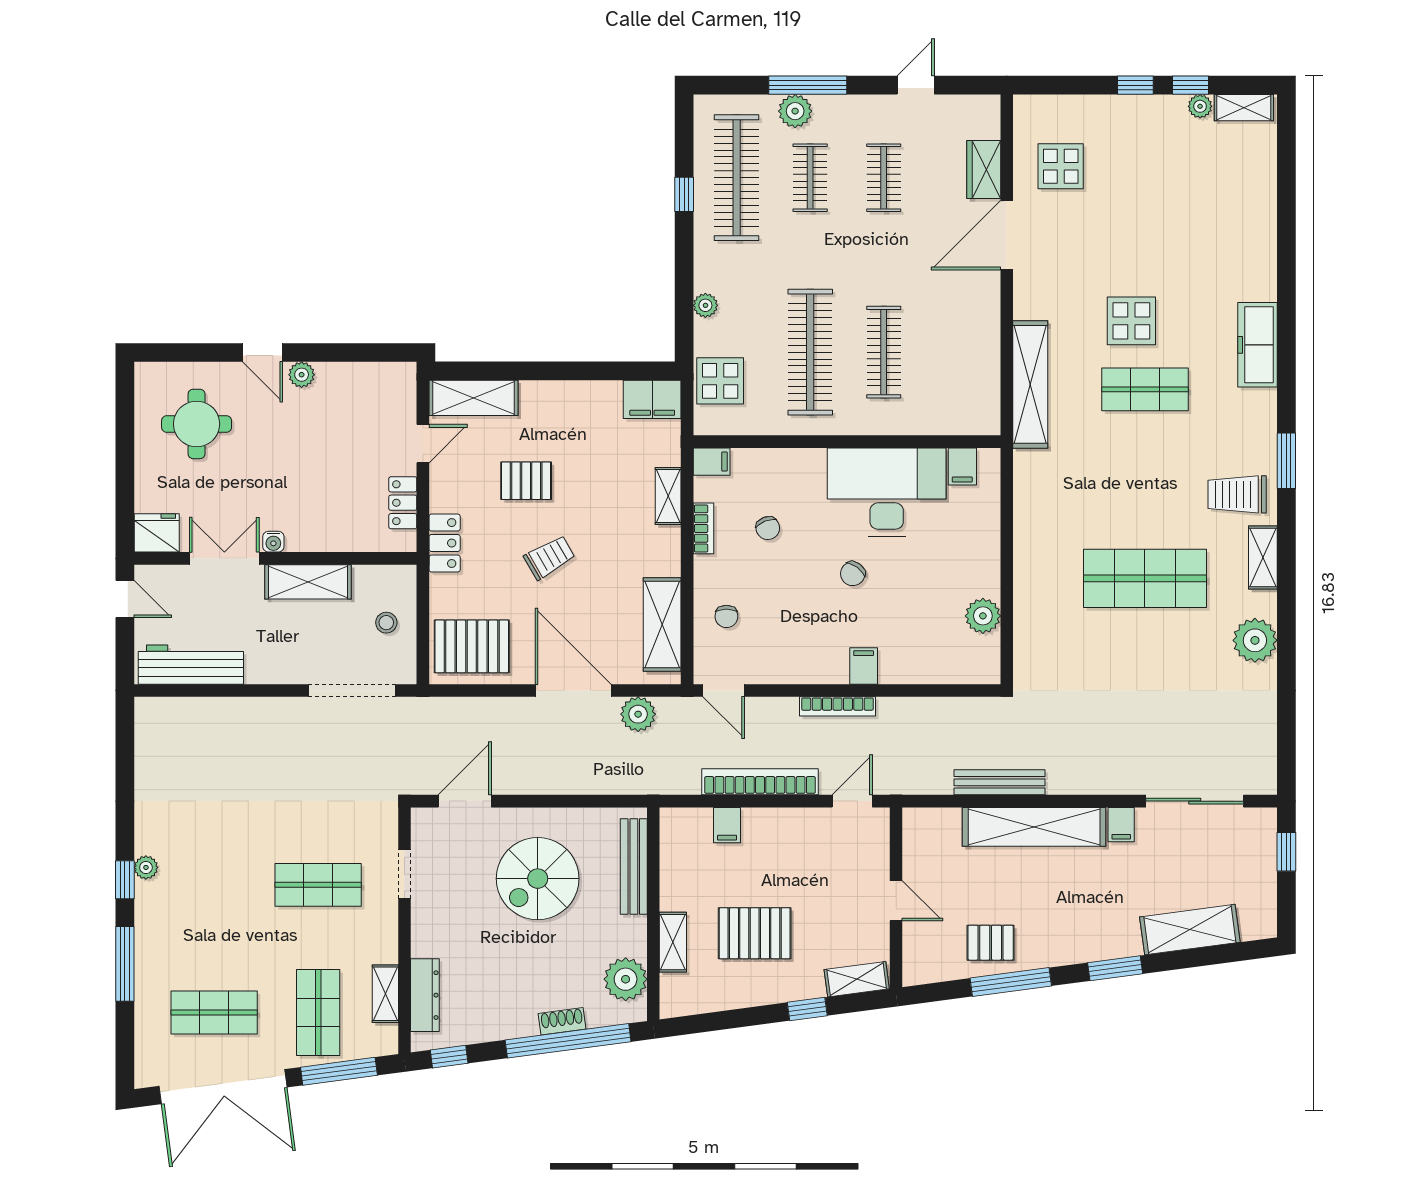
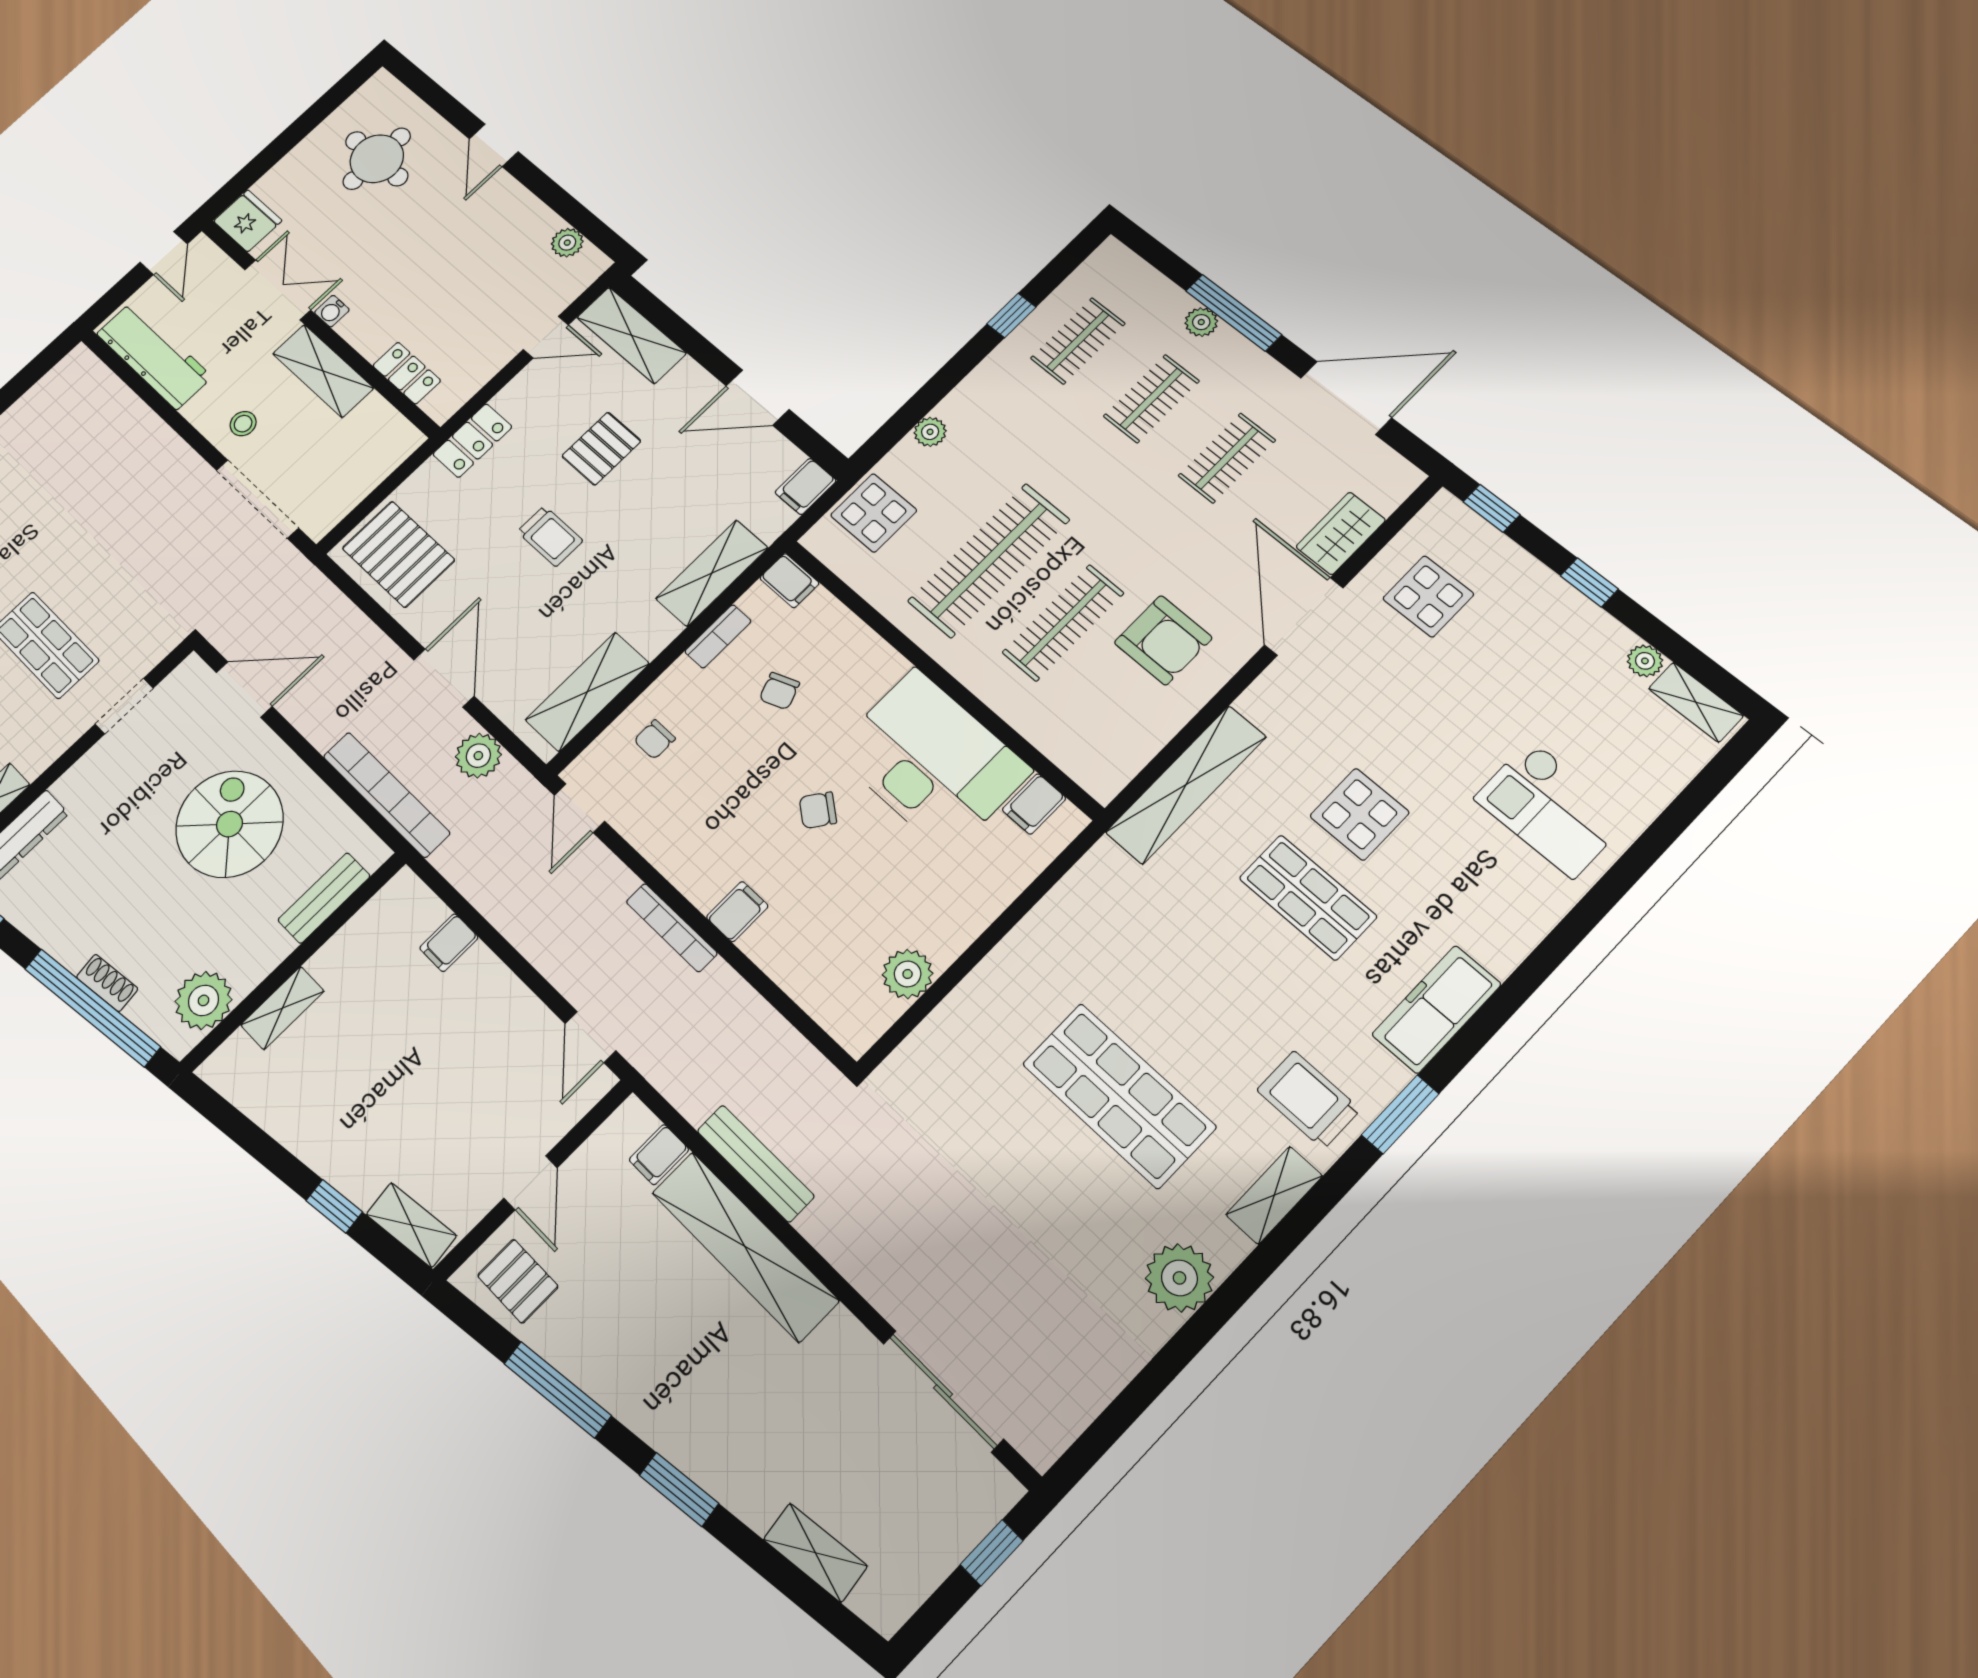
door: (916, 85) -> (1346, 398), width x1.88
window: (1191, 85) -> (1492, 508), moved
plant: (795, 111) -> (1201, 322), width x0.73, depth x0.73
clothes rail: (737, 178) -> (1078, 341), width x0.54, depth x0.76
checkout: (1222, 231) -> (1551, 808), added
door: (1007, 235) -> (1304, 616), hinge flipped
armchair: (946, 315) -> (1163, 640), added
freezer: (1257, 345) -> (1436, 1009), moved
door: (586, 371) -> (758, 398), added
plant: (302, 375) -> (567, 243), moved
filing cabinet: (652, 399) -> (806, 486), width x0.50
pallet: (526, 481) -> (601, 449), turned 90
shelving: (668, 496) -> (712, 573), width x1.50, depth x1.33
locker: (403, 503) -> (407, 373), moved, turned 90
trolley: (549, 557) -> (550, 536), turned 30
stool: (386, 623) -> (243, 424), moved
door: (573, 691) -> (444, 678), width x0.73
bookcase: (760, 782) -> (386, 795), moved
door: (852, 801) -> (590, 1037), swing flipped
filing cabinet: (1121, 825) -> (659, 1155), moved
bench: (634, 867) -> (324, 898), width x0.73
spiral stairs: (538, 879) -> (229, 824), turned 90
shelving: (1190, 930) -> (815, 1553), width x0.67, depth x0.75
pallet: (755, 933) -> (364, 1077), removed
pallet: (991, 943) -> (518, 1281), moved

